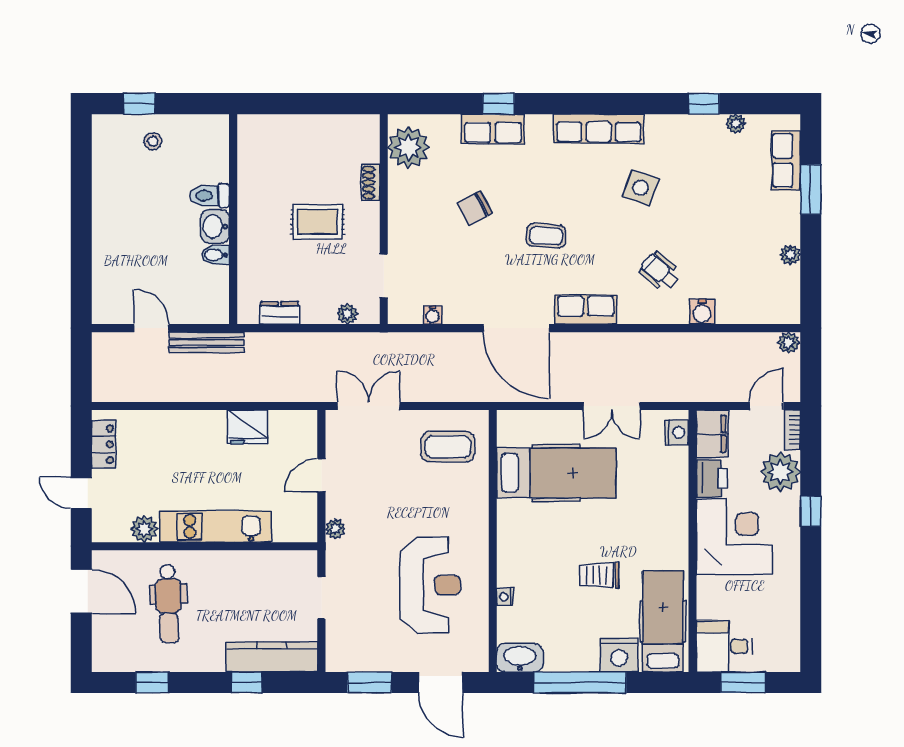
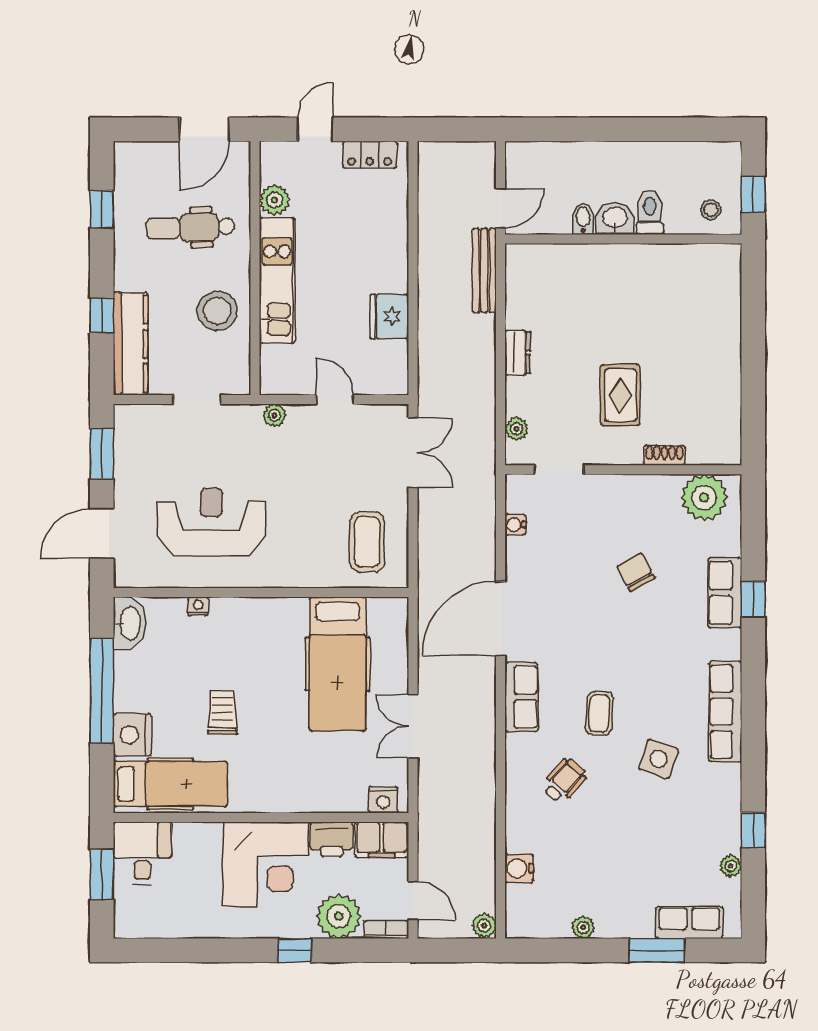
toilet: (210, 196) -> (650, 212), moved
wall: (233, 219) -> (623, 239), moved
washbasin: (215, 227) -> (615, 218), moved
coffee table: (546, 236) -> (599, 713), moved
bidet: (216, 255) -> (583, 219), moved
water cooler: (702, 312) -> (519, 868), moved
stool: (242, 580) -> (217, 311), added
reception desk: (430, 585) -> (211, 522), turned 180

